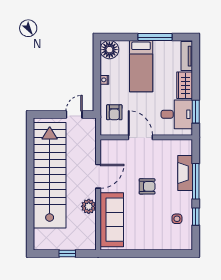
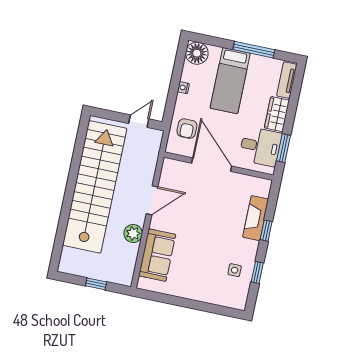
door: (140, 137) -> (212, 165), width x1.36
window: (196, 181) -> (266, 231), width x0.46
armchair: (147, 186) -> (207, 224), removed
sofa: (112, 220) -> (157, 255), width x0.73

